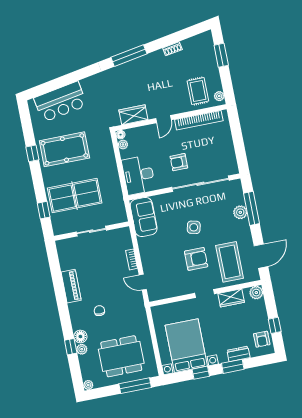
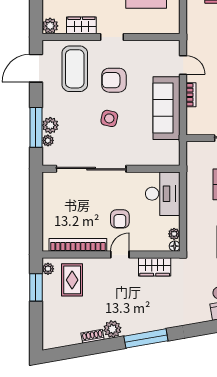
window: (221, 55) -> (36, 287), moved
plant: (158, 58) -> (112, 329), added
armchair: (179, 162) -> (120, 219), moved, turned 90
plant: (240, 200) -> (48, 140), added
sofa: (144, 217) -> (167, 108), moved, width x1.36

